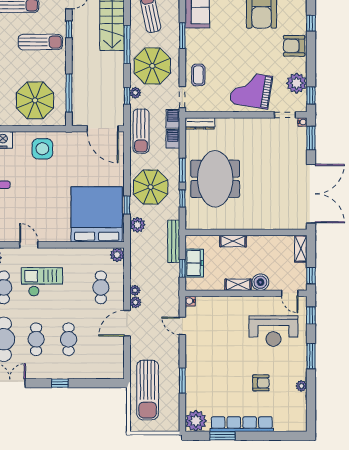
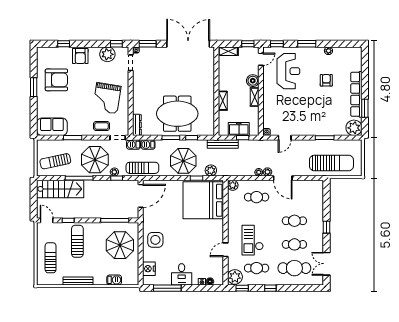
grand piano: (251, 90) -> (107, 98), moved

